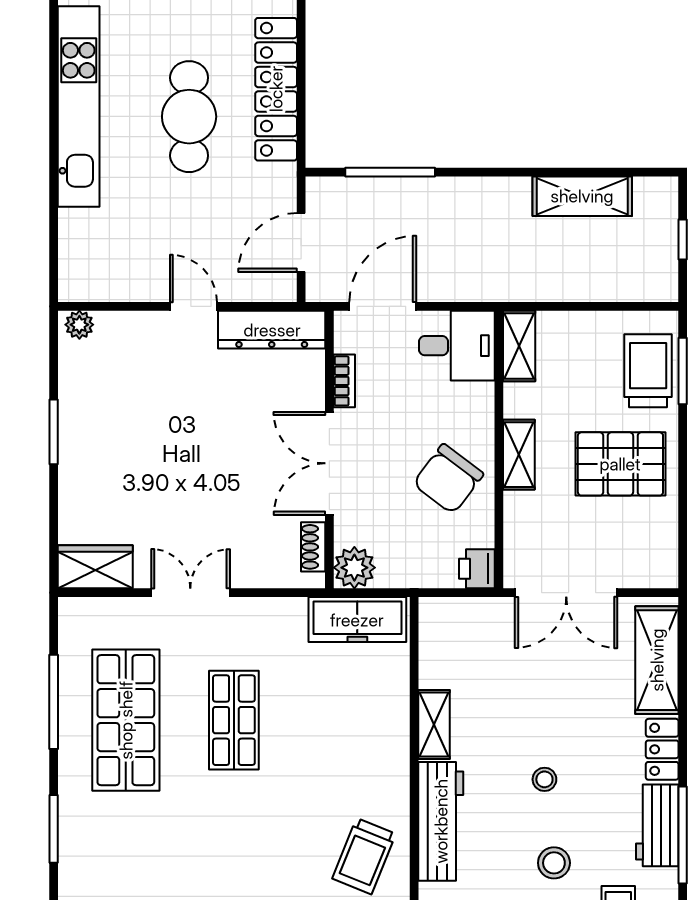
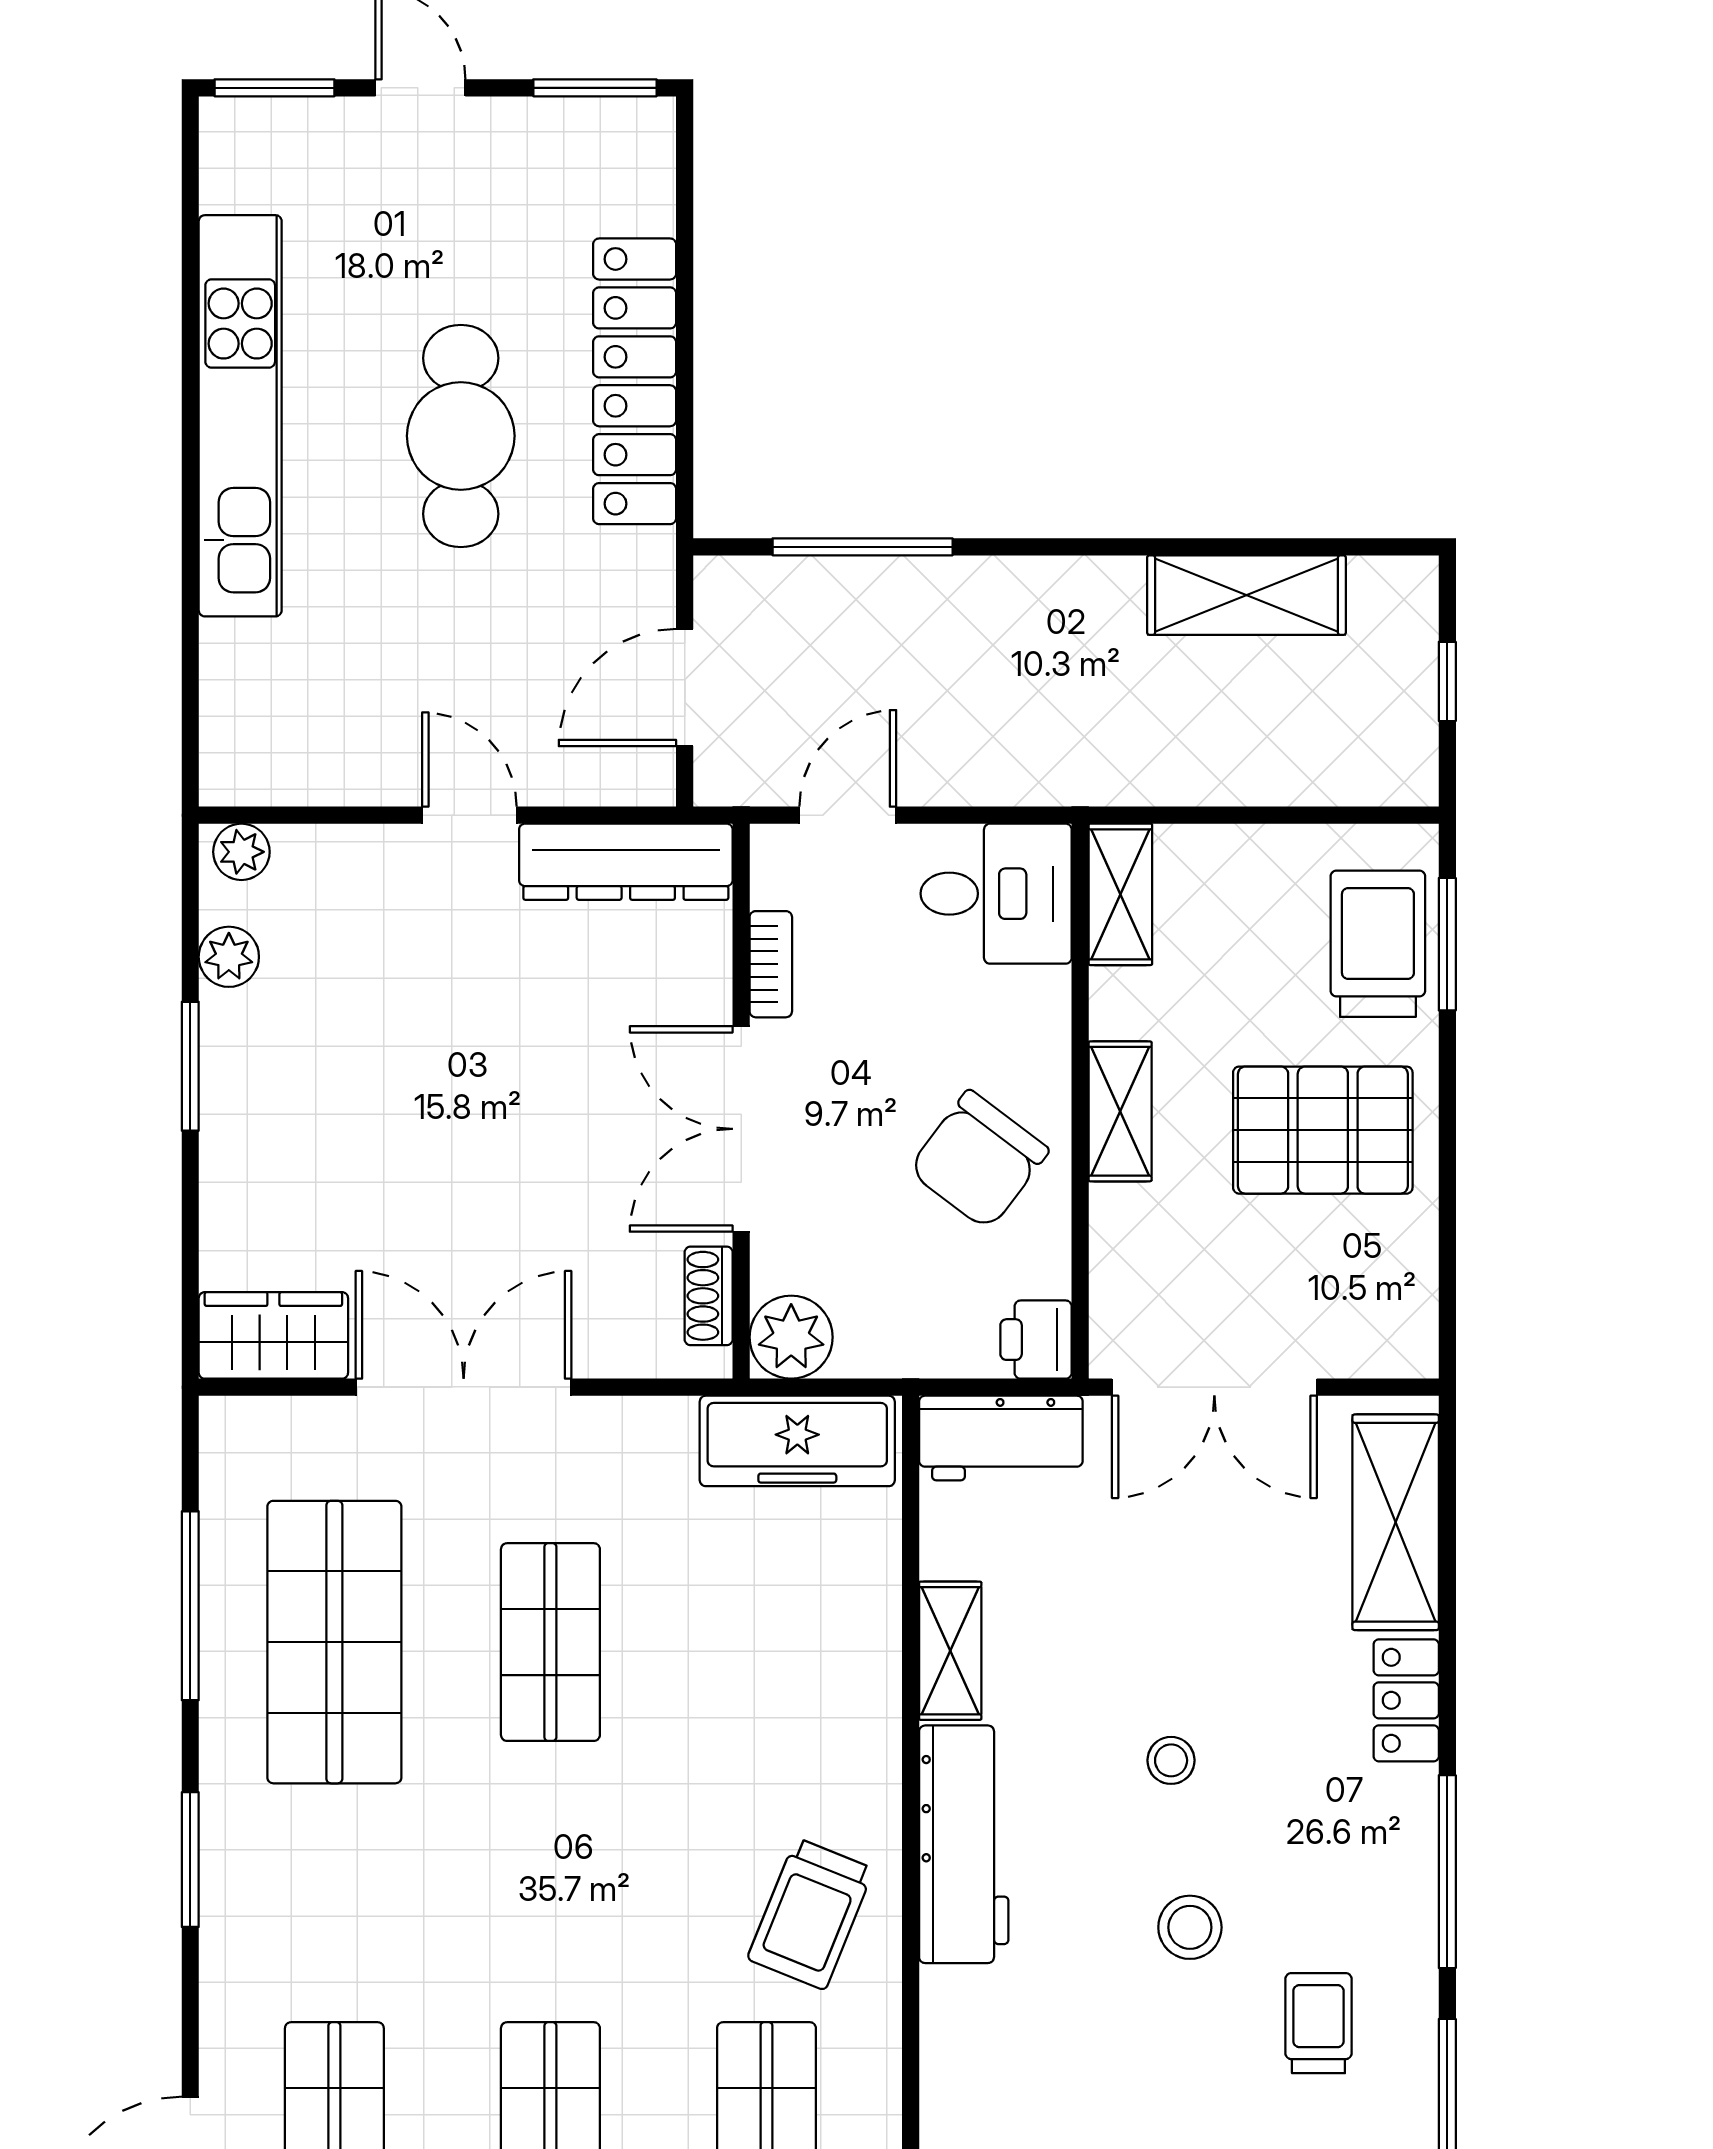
door: (383, 306) -> (848, 815), width x0.73
plant: (73, 377) -> (229, 957), added
double door: (190, 593) -> (464, 1387), width x1.37
workbench: (657, 825) -> (1001, 1438), moved, turned -90

